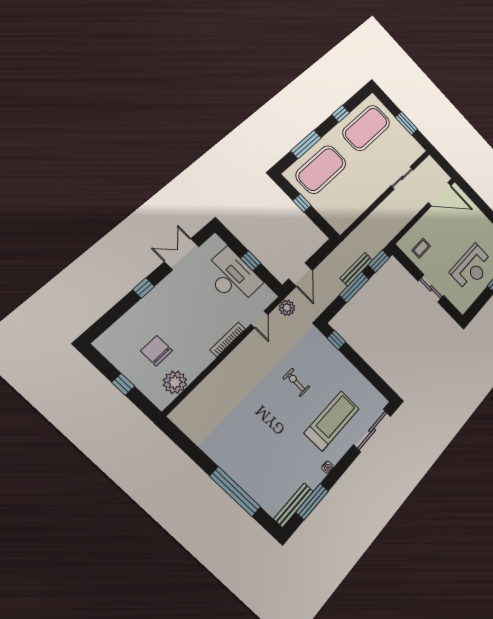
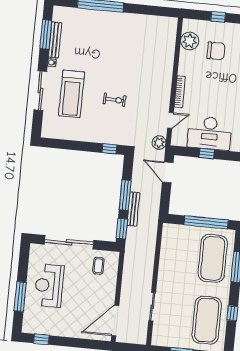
window: (302, 203) -> (206, 222), width x3.17
sliding door: (431, 288) -> (69, 242), width x1.86
door: (259, 319) -> (170, 120), swing flipped
sliding door: (372, 430) -> (40, 91), moved
bench: (294, 505) -> (55, 40), moved

